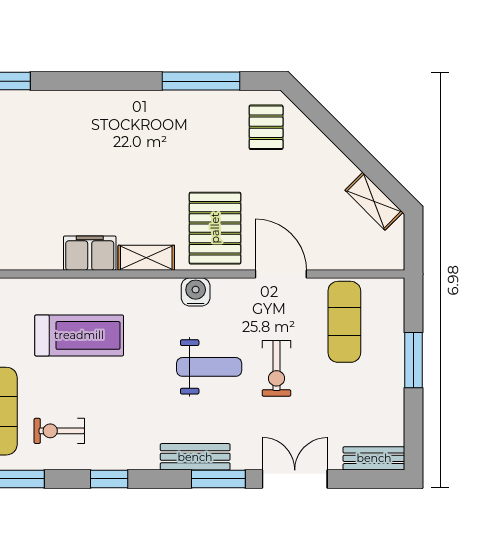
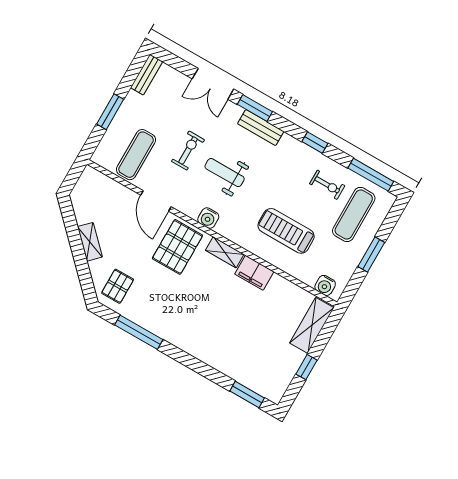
shelving: (374, 201) -> (90, 242), moved
bench: (374, 458) -> (147, 75), moved, turned 90

